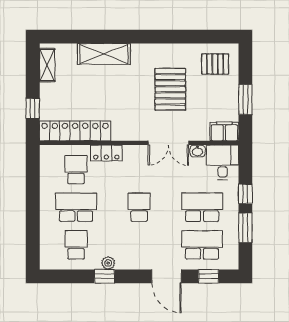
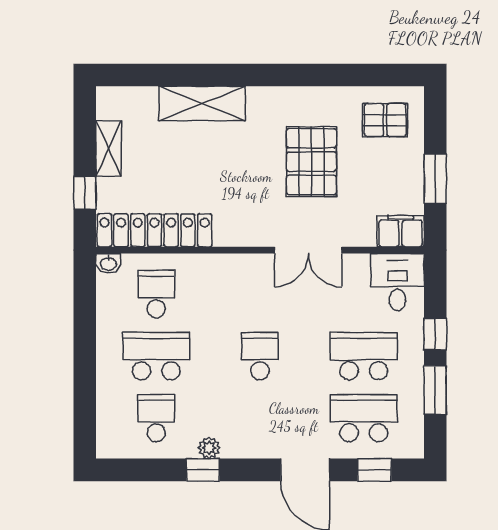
shelving: (47, 65) -> (108, 149), moved
washbasin: (198, 151) -> (108, 263), moved
locker: (106, 153) -> (206, 267), removed

